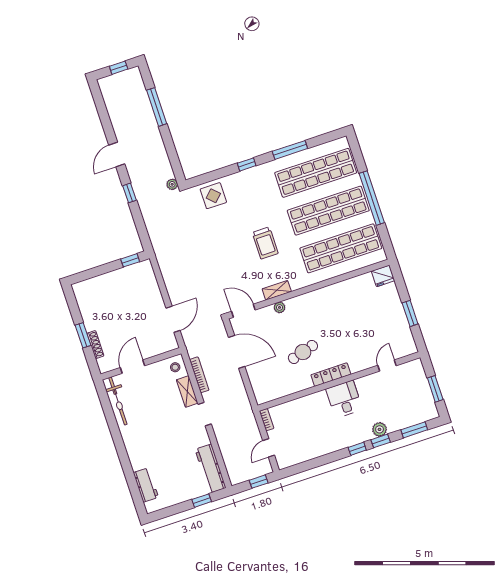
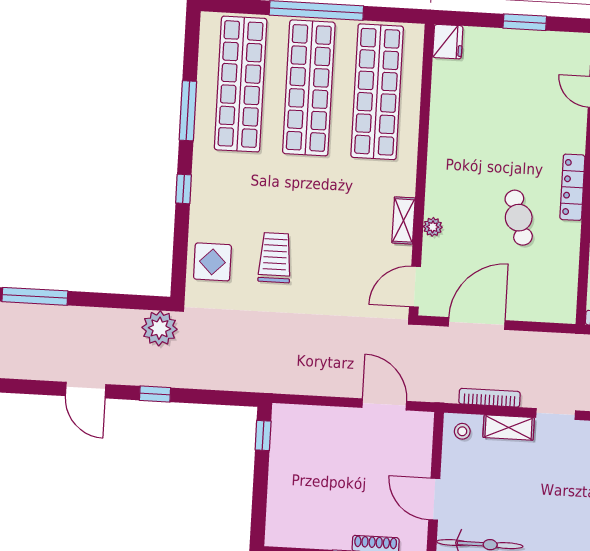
plant: (172, 184) -> (160, 328), width x1.88, depth x1.88
trolley: (265, 243) -> (275, 258), moved, turned -90

